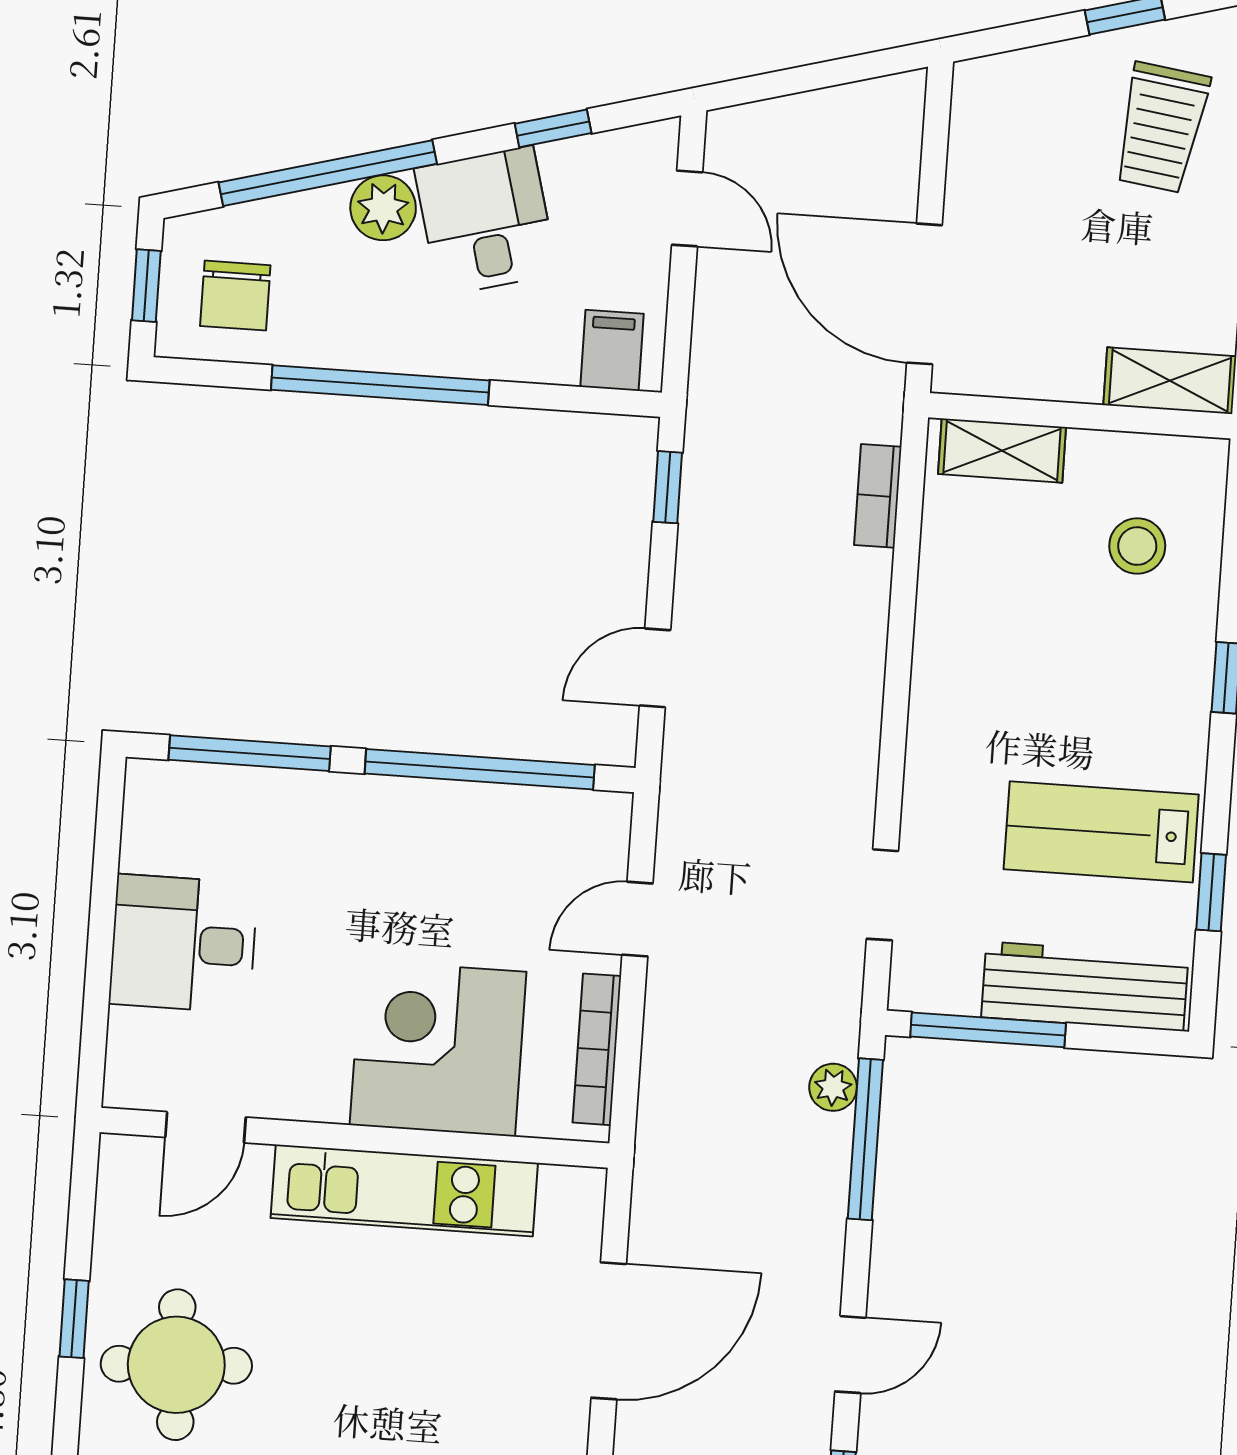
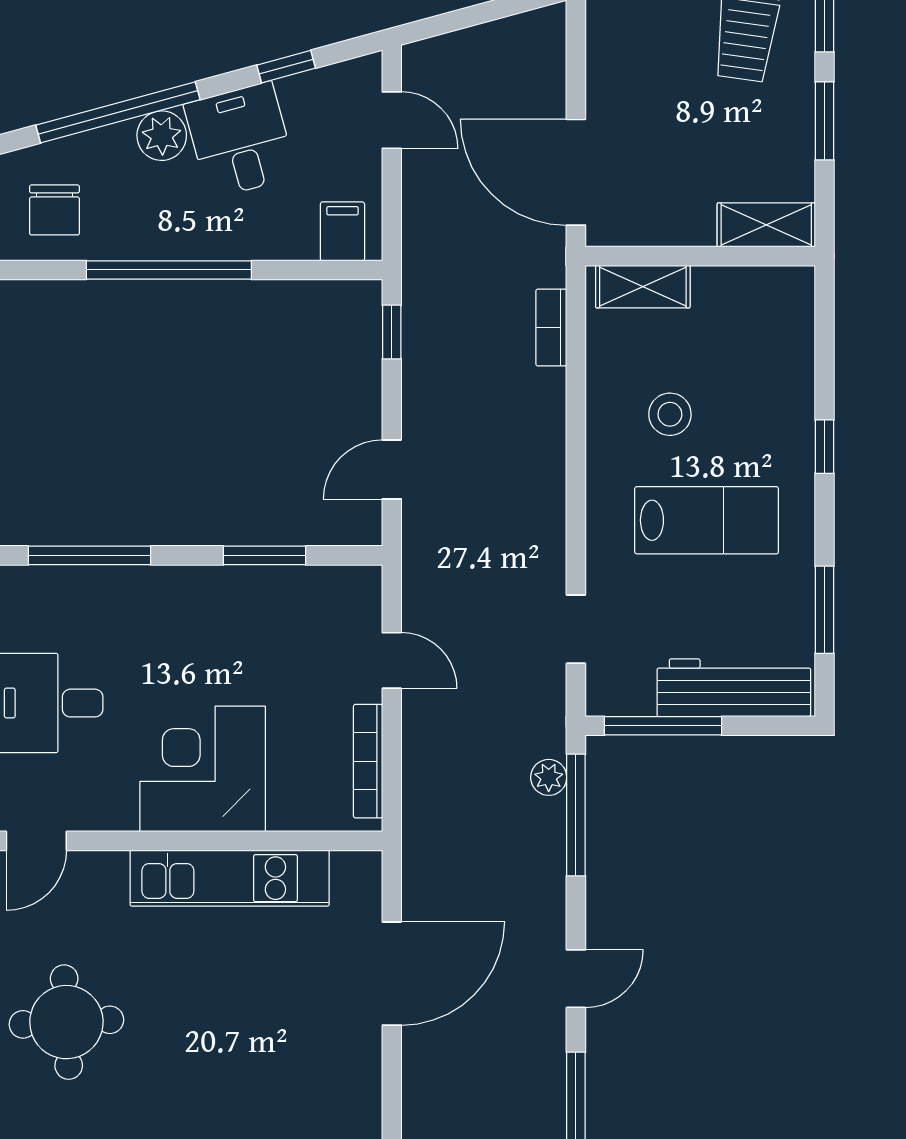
stool: (1137, 546) -> (670, 414), moved
window: (480, 769) -> (264, 555), width x0.47
lab bench: (1101, 832) -> (707, 520), moved, turned 180
window: (1211, 892) -> (825, 610), width x1.50
door: (637, 919) -> (392, 660), swing flipped
corner desk: (438, 1048) -> (203, 769), moved
door: (205, 1127) -> (36, 841), moved

